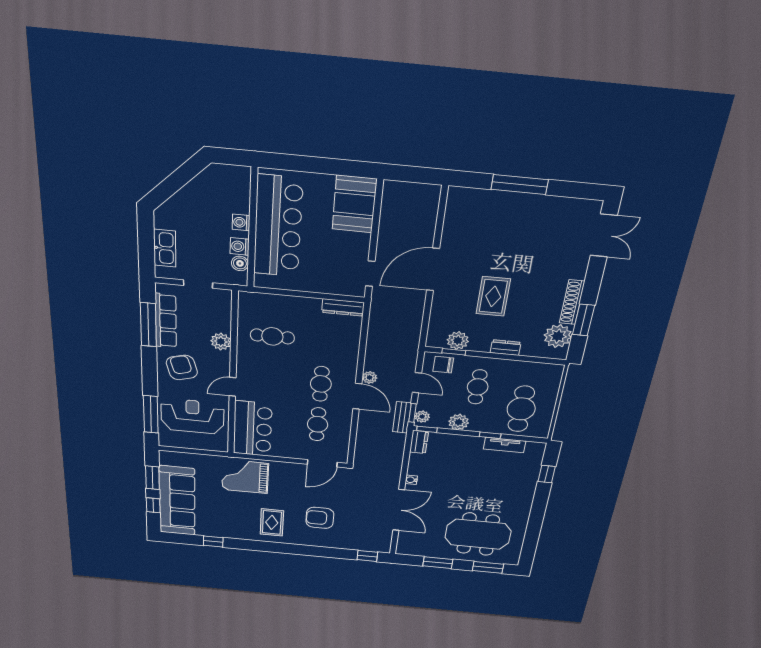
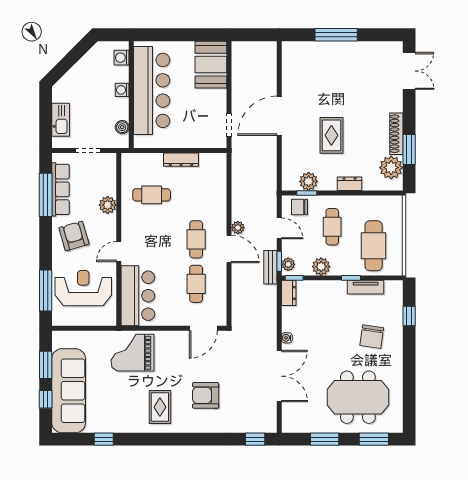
washing machine: (240, 246) -> (122, 58), moved
dresser: (343, 307) -> (181, 160), moved
chair: (503, 487) -> (372, 337), added

